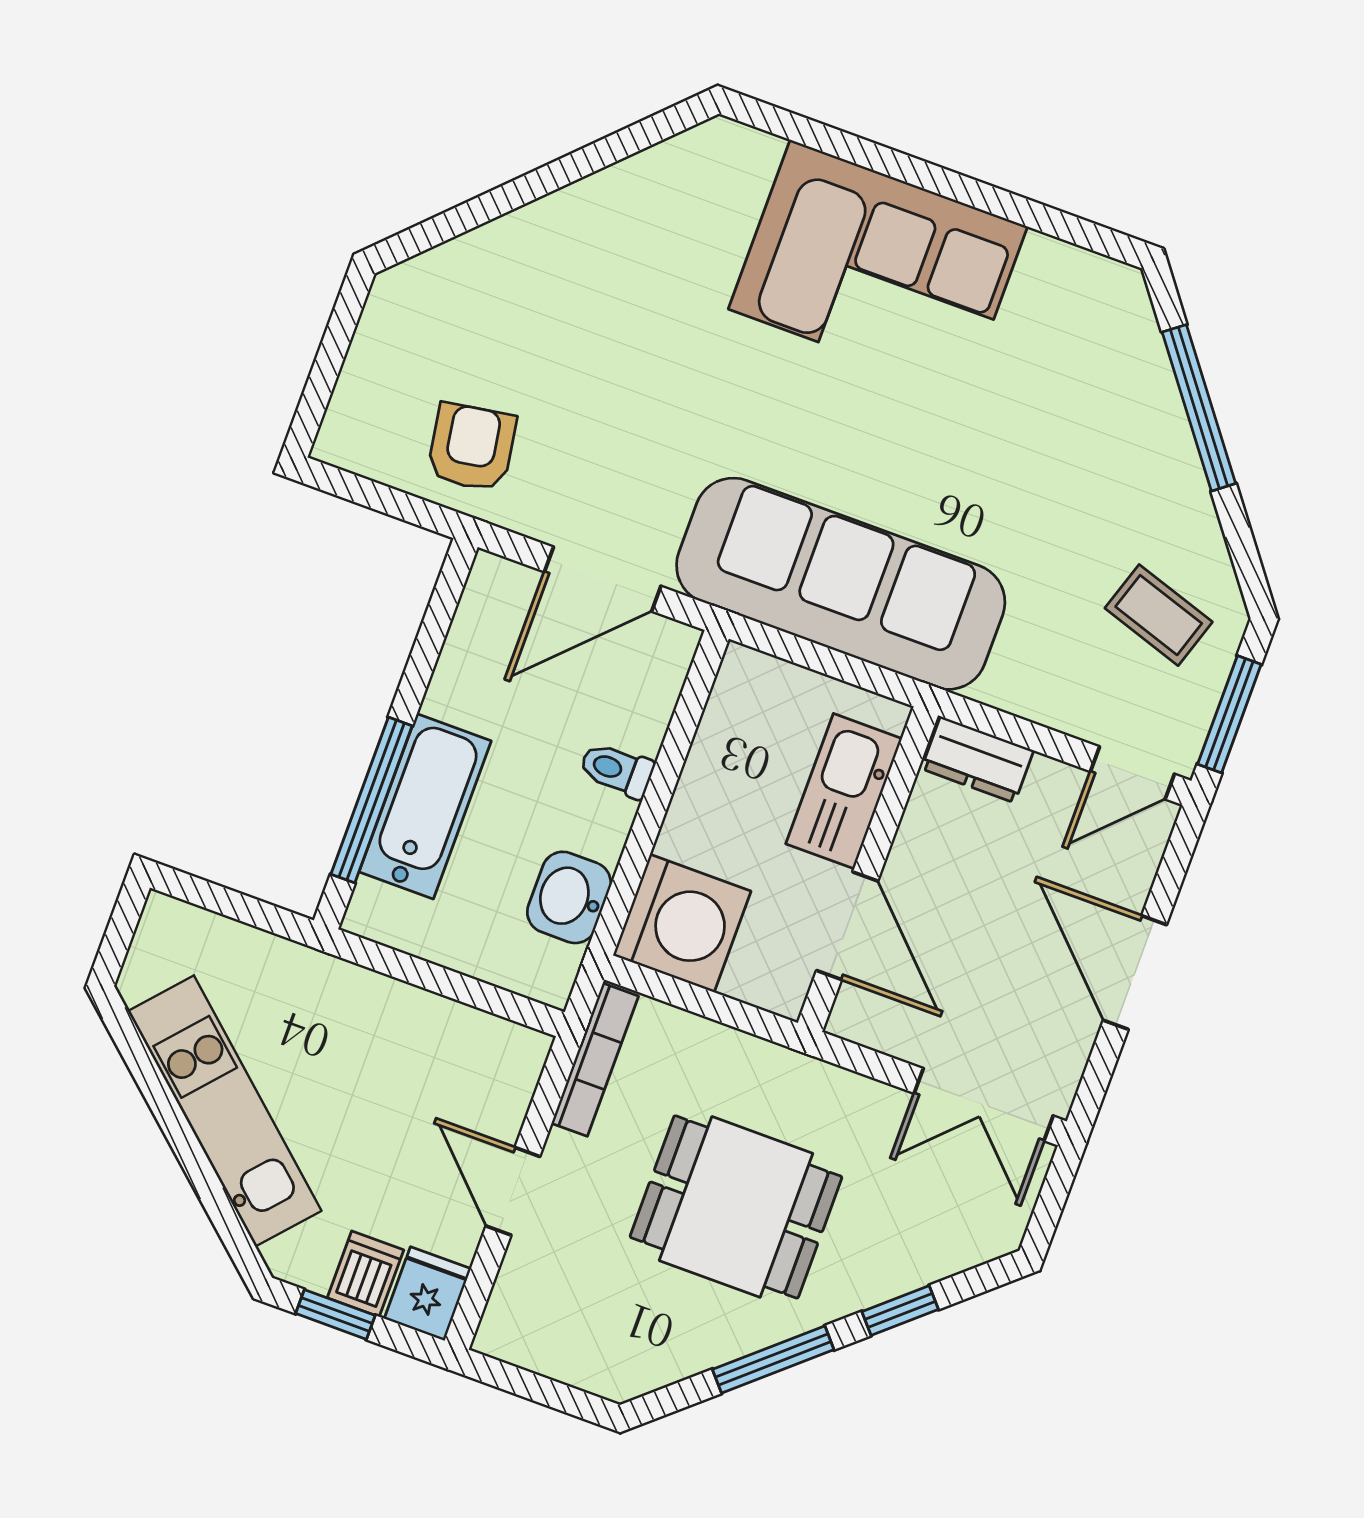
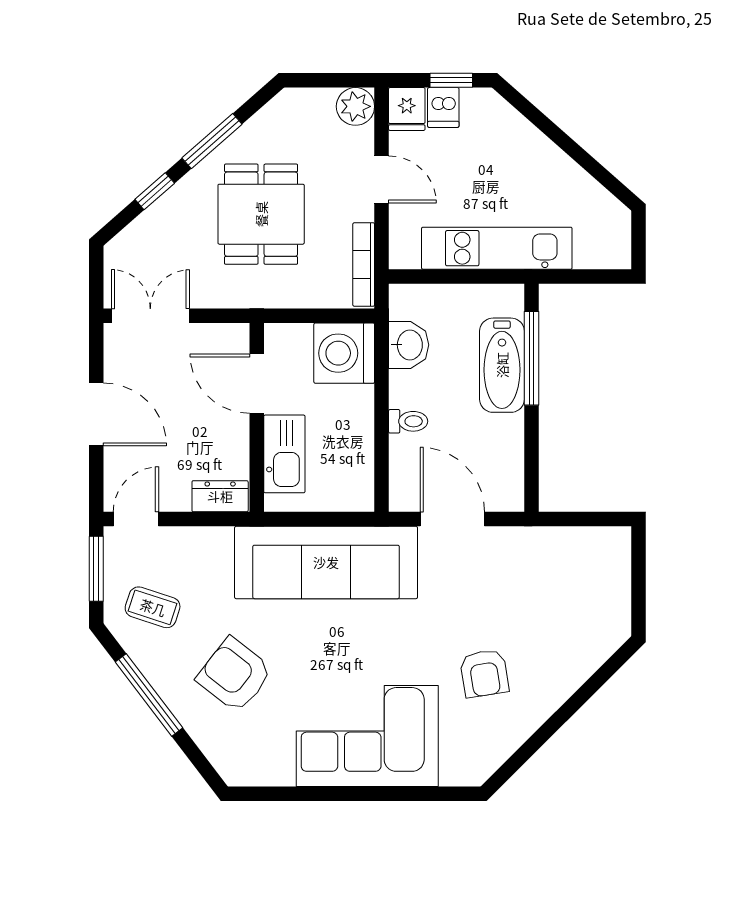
window: (1199, 408) -> (149, 695), moved
armchair: (472, 447) -> (484, 673), moved
armchair: (1063, 452) -> (235, 675), added
door: (603, 579) -> (452, 519), hinge flipped
kitchen unit: (225, 1111) -> (497, 248), moved, turned 139
dining table: (736, 1207) -> (261, 214), turned 90
plant: (512, 1329) -> (355, 106), added

